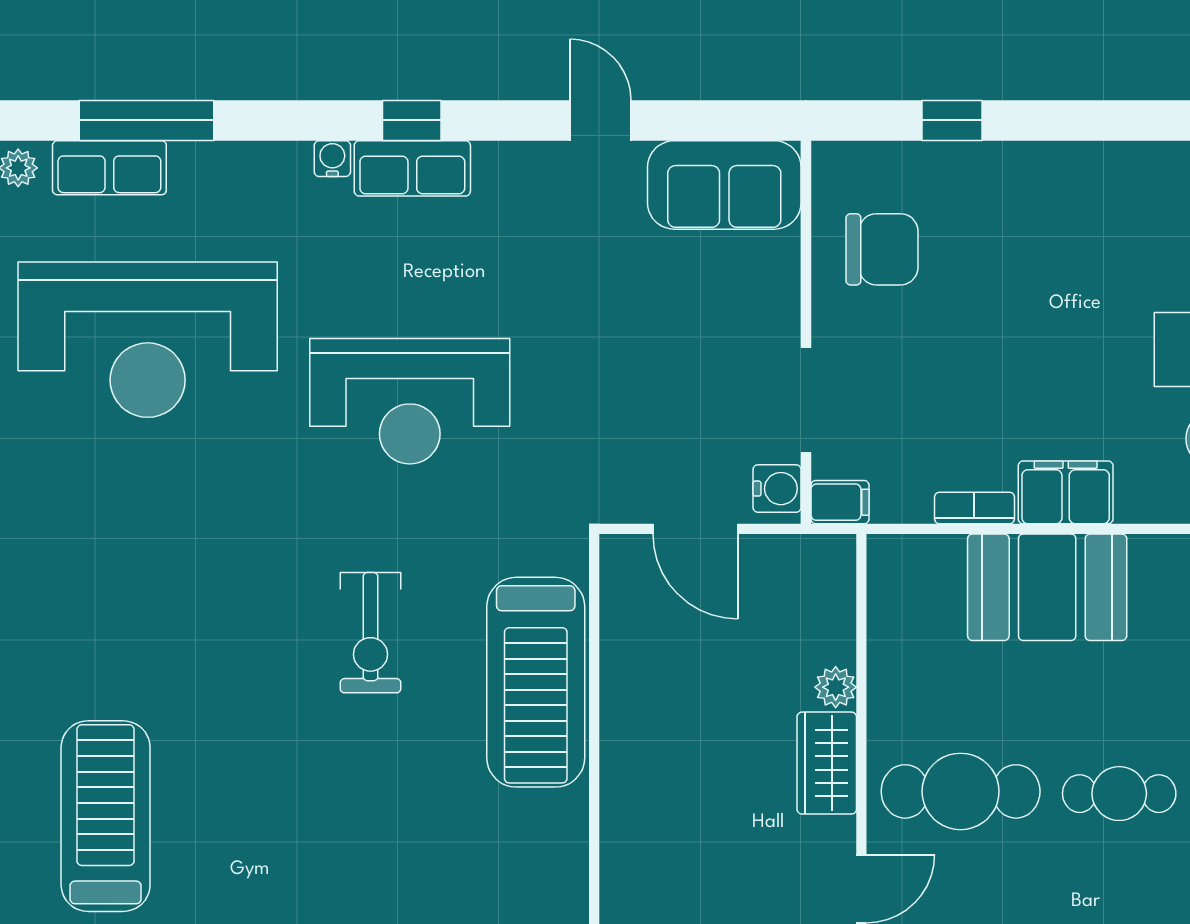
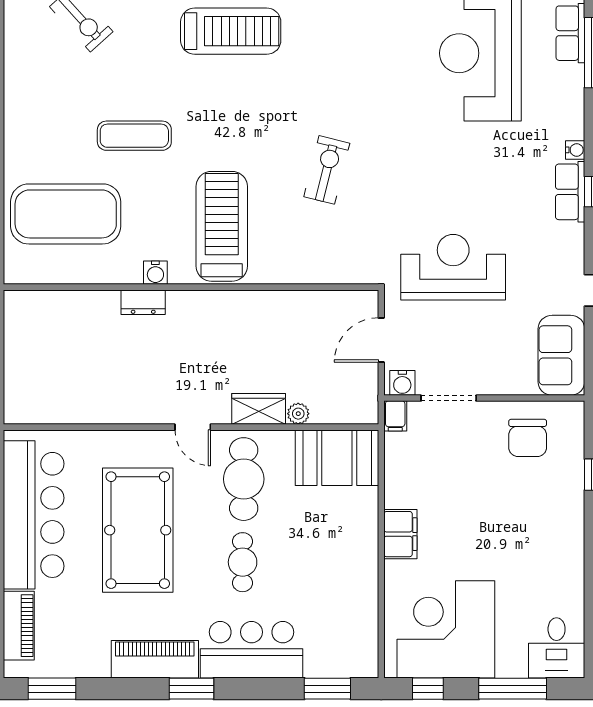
reception desk: (410, 401) -> (453, 267), moved, turned 90
bookcase: (974, 508) -> (392, 486), removed
booth: (1047, 587) -> (337, 458), moved, turned 90
exercise bike: (371, 633) -> (327, 170), turned 104
treadmill: (536, 682) -> (222, 226), moved, turned 90

